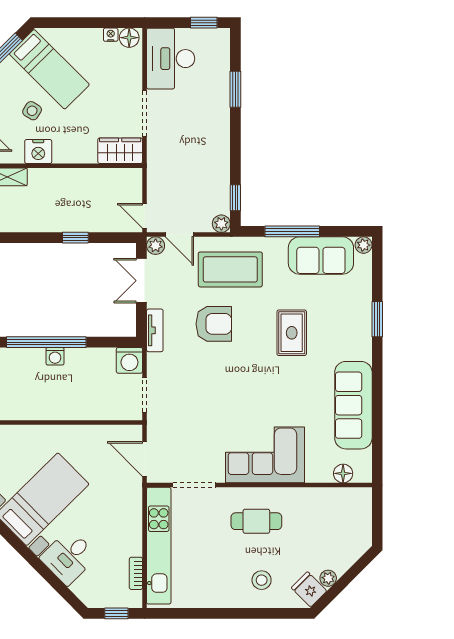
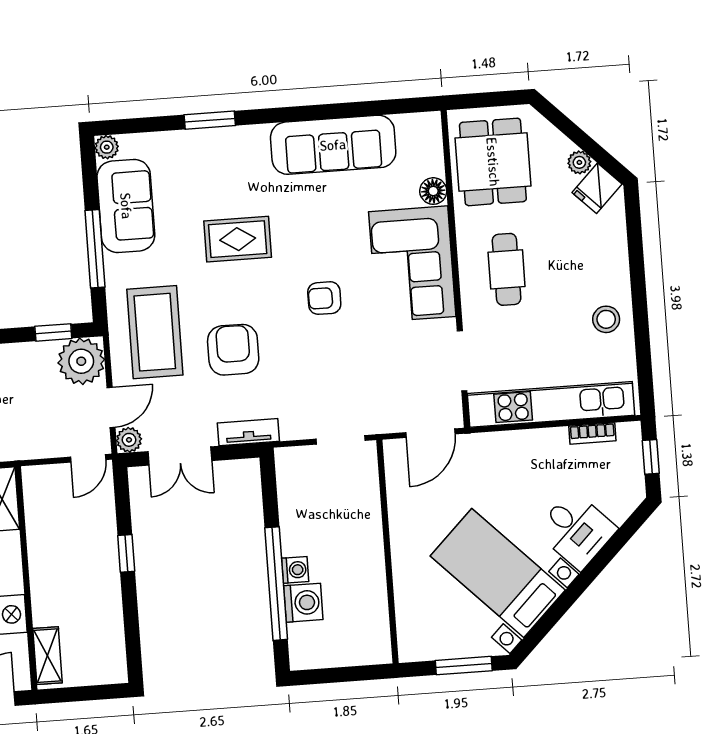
plant: (221, 224) -> (81, 361), width x1.87, depth x1.87
washing machine: (129, 360) -> (303, 603), moved
armchair: (246, 391) -> (324, 298), added
floor lamp: (343, 473) -> (433, 191), moved
dining table: (333, 517) -> (493, 162), added
stool: (262, 580) -> (606, 319), moved

